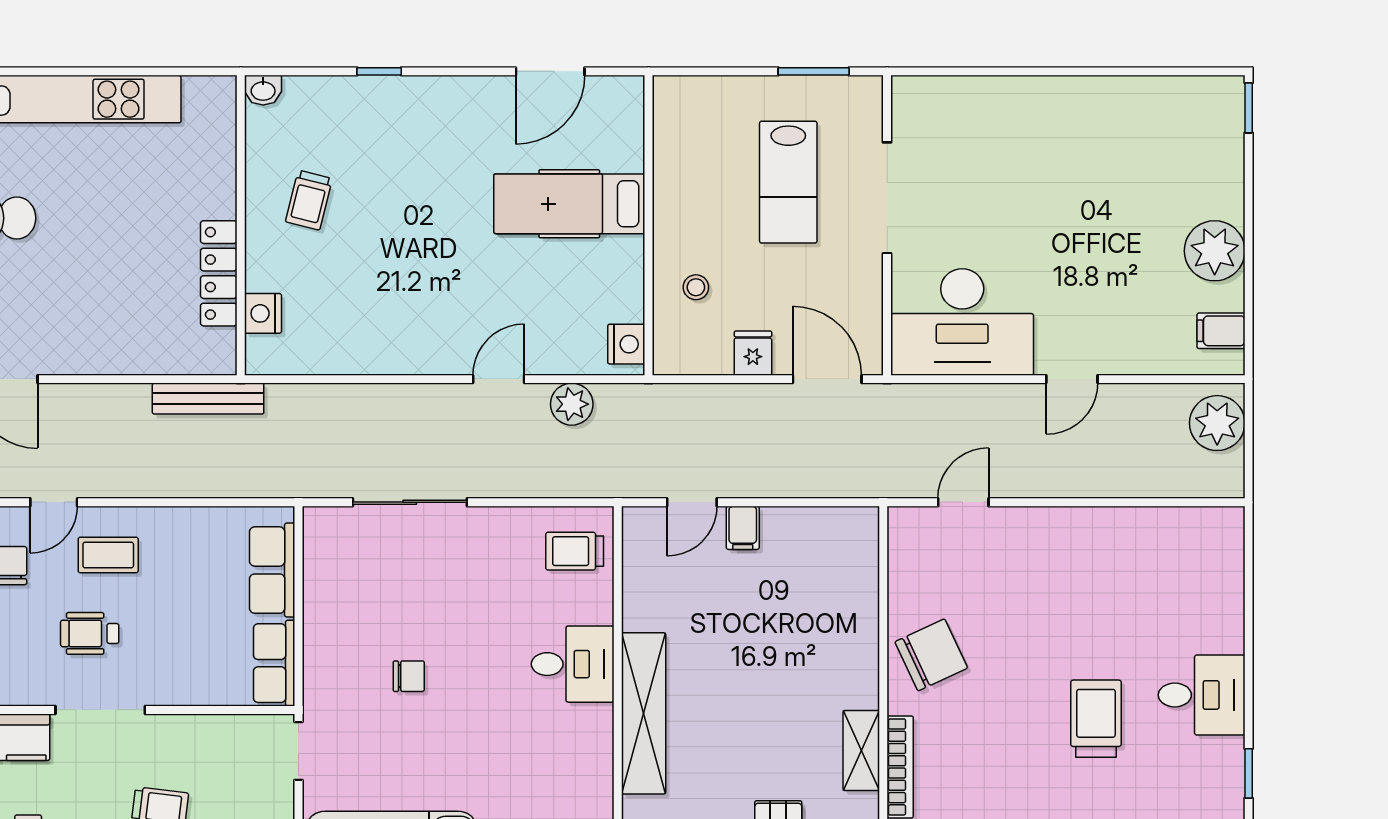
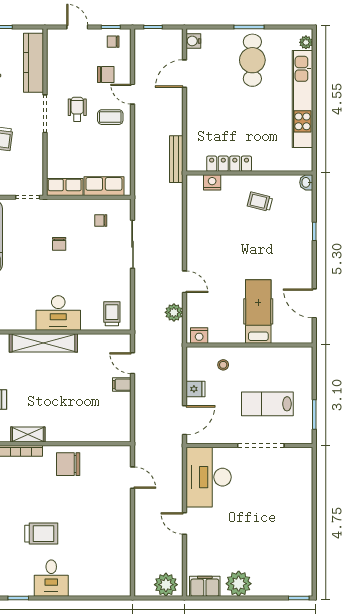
filing cabinet: (1221, 331) -> (205, 586), width x2.00
coffee table: (108, 555) -> (110, 117), turned 90
chair: (354, 577) -> (101, 221), added
chair: (931, 655) -> (68, 464), turned 115
desk: (573, 664) -> (58, 313), width x1.37

